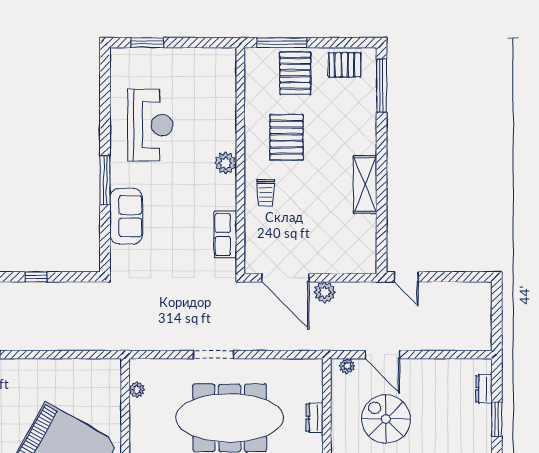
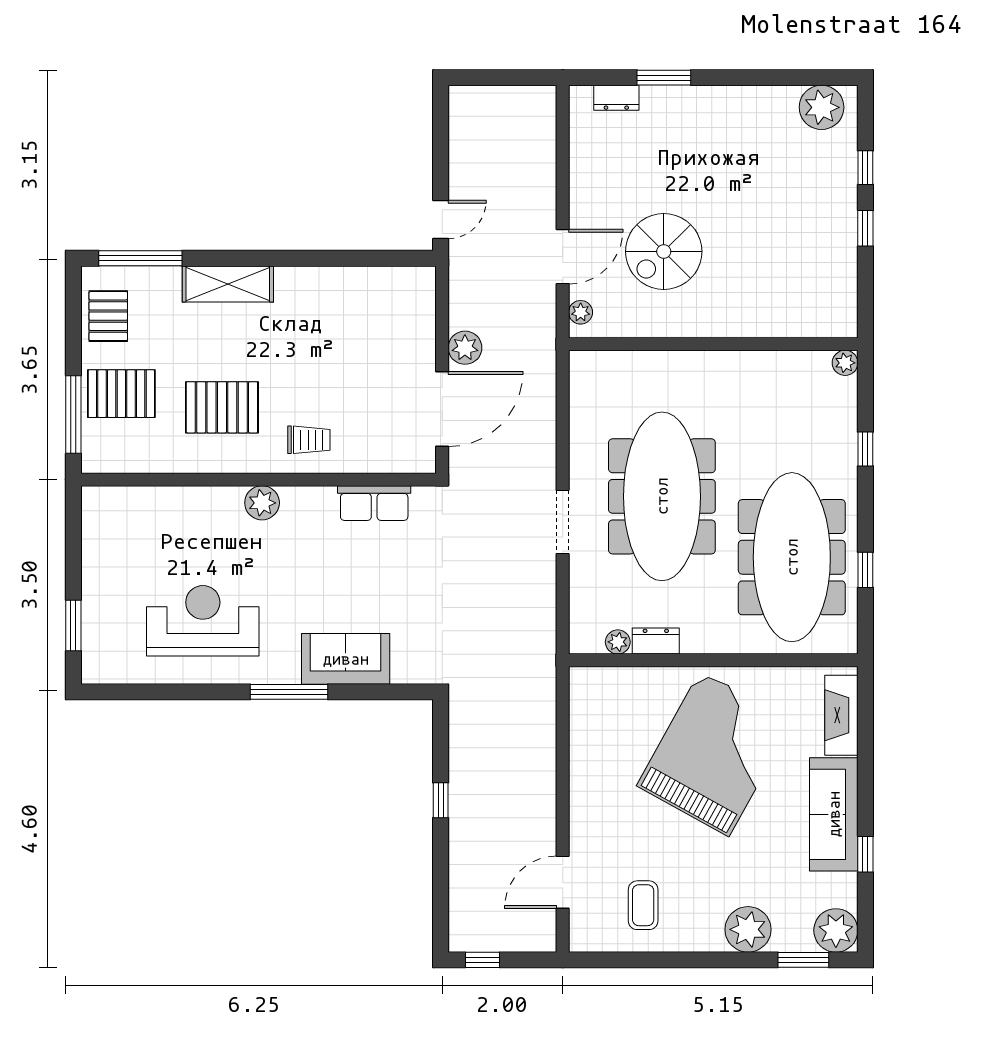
shelving: (365, 185) -> (228, 284), moved
dresser: (315, 418) -> (656, 641), moved, turned 180

